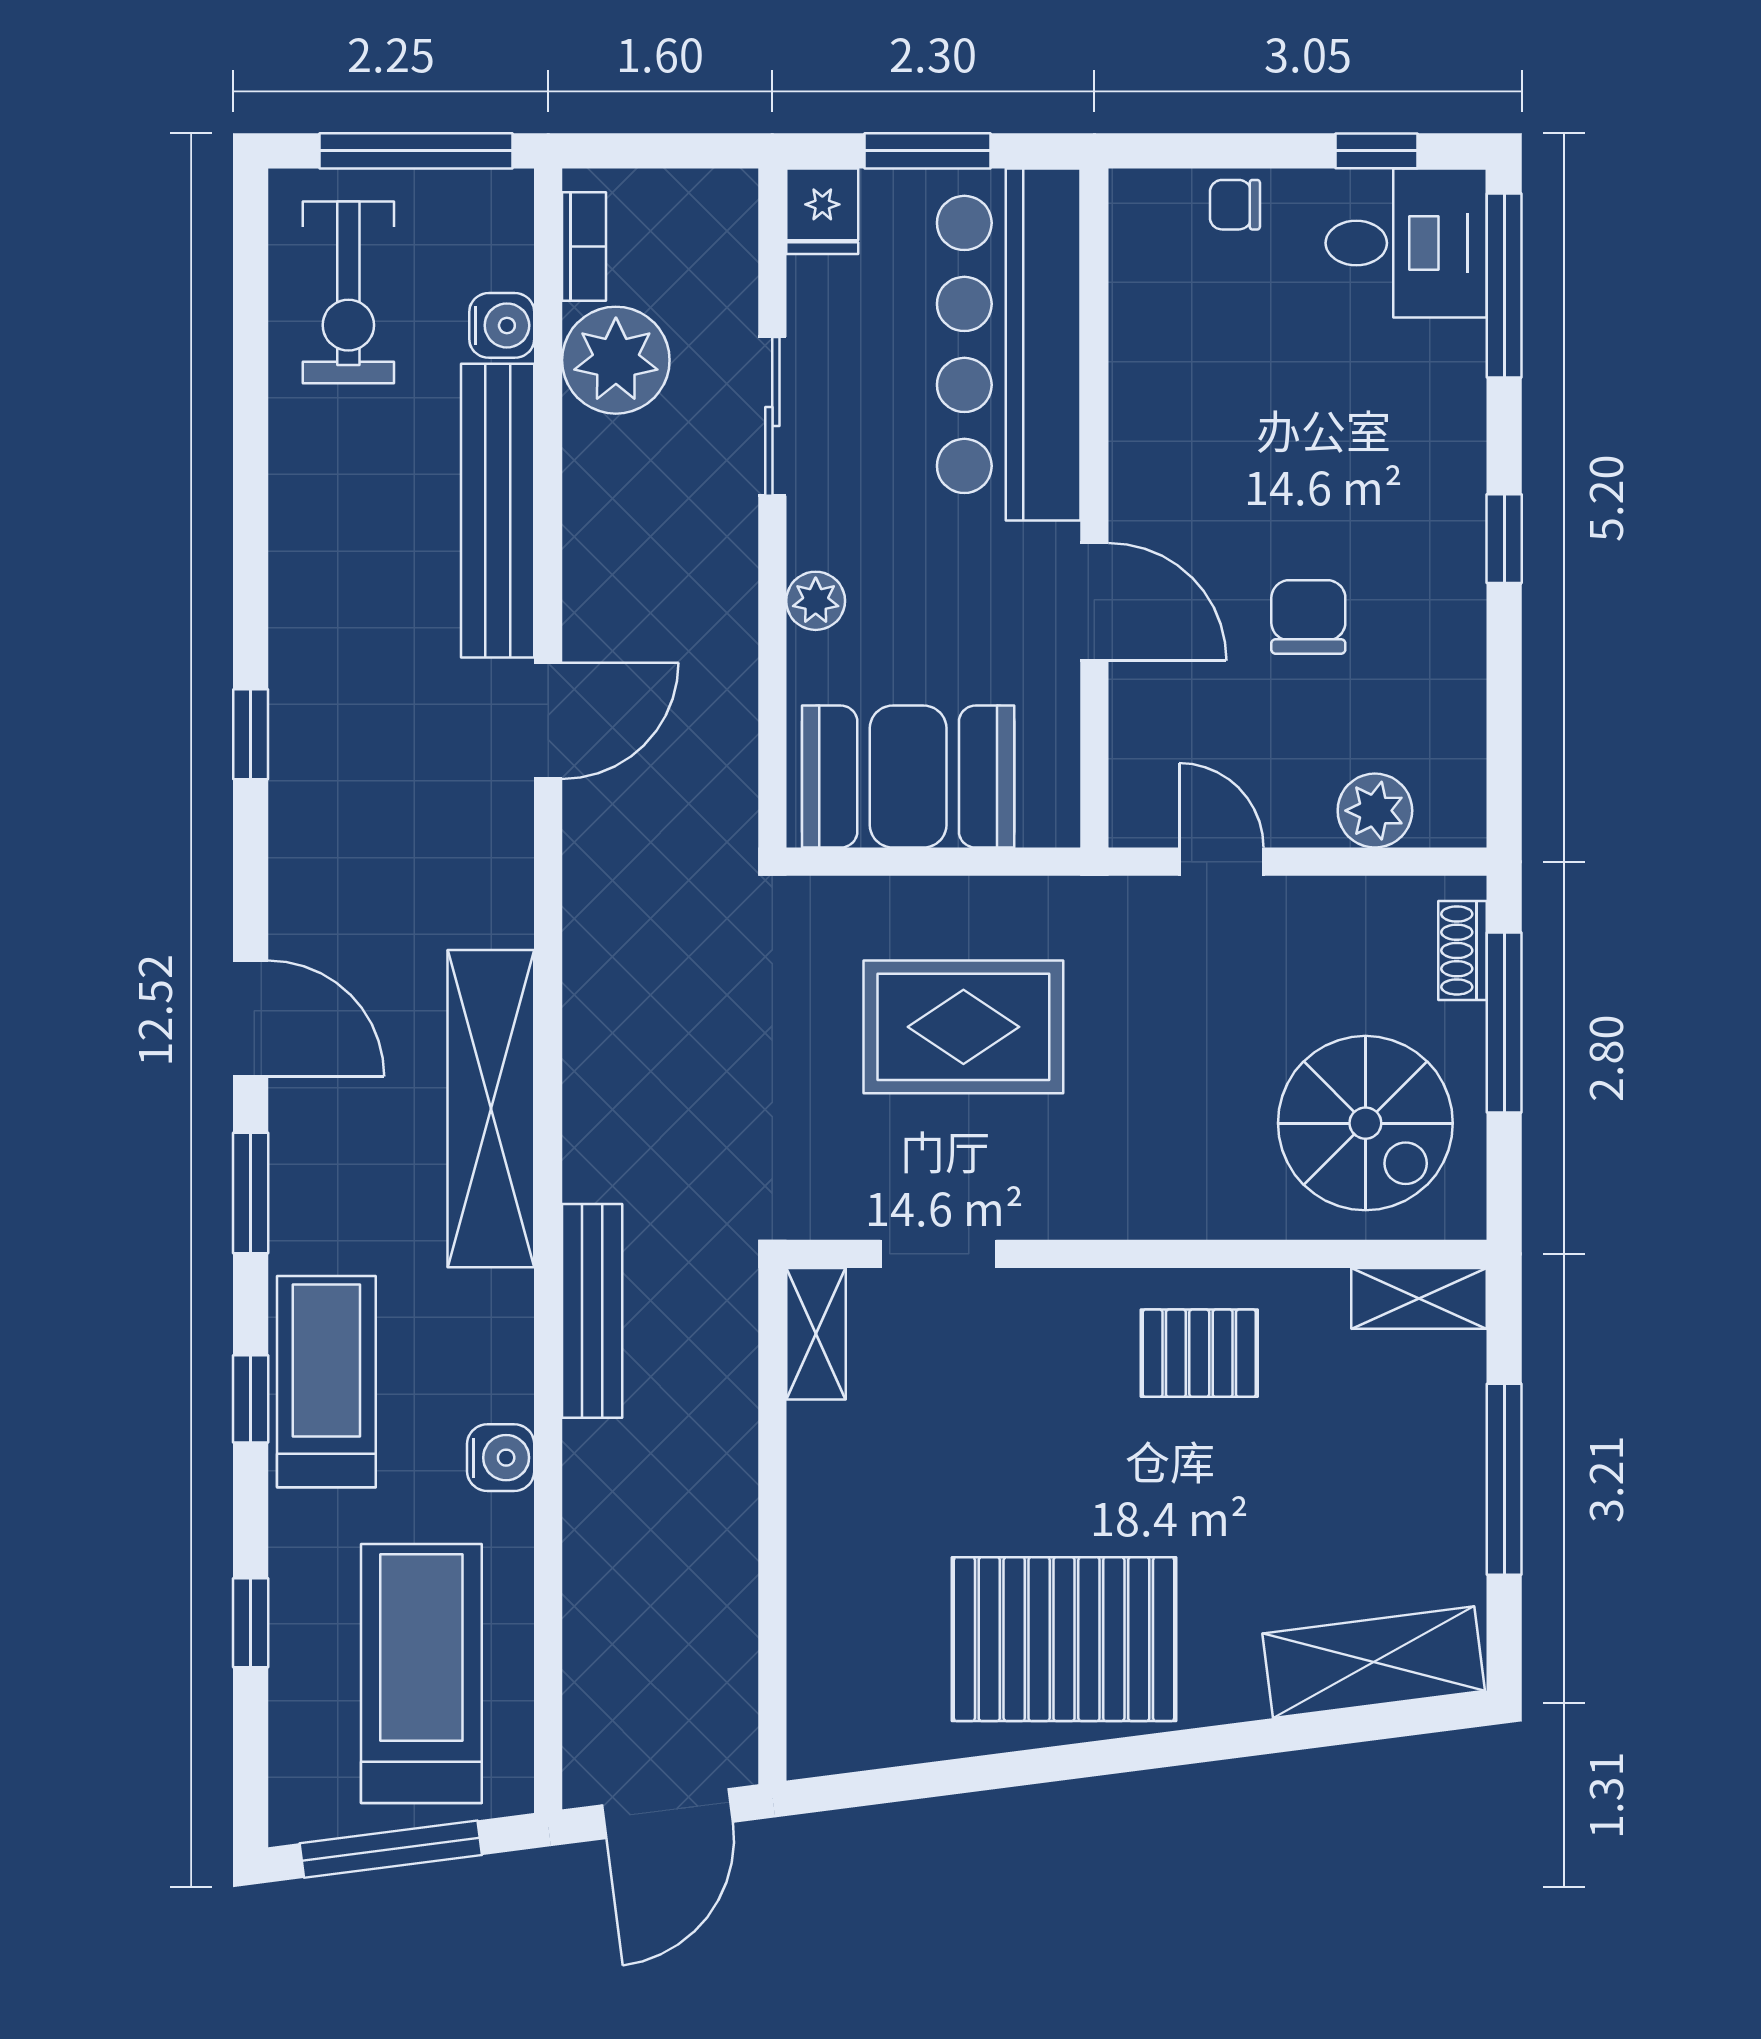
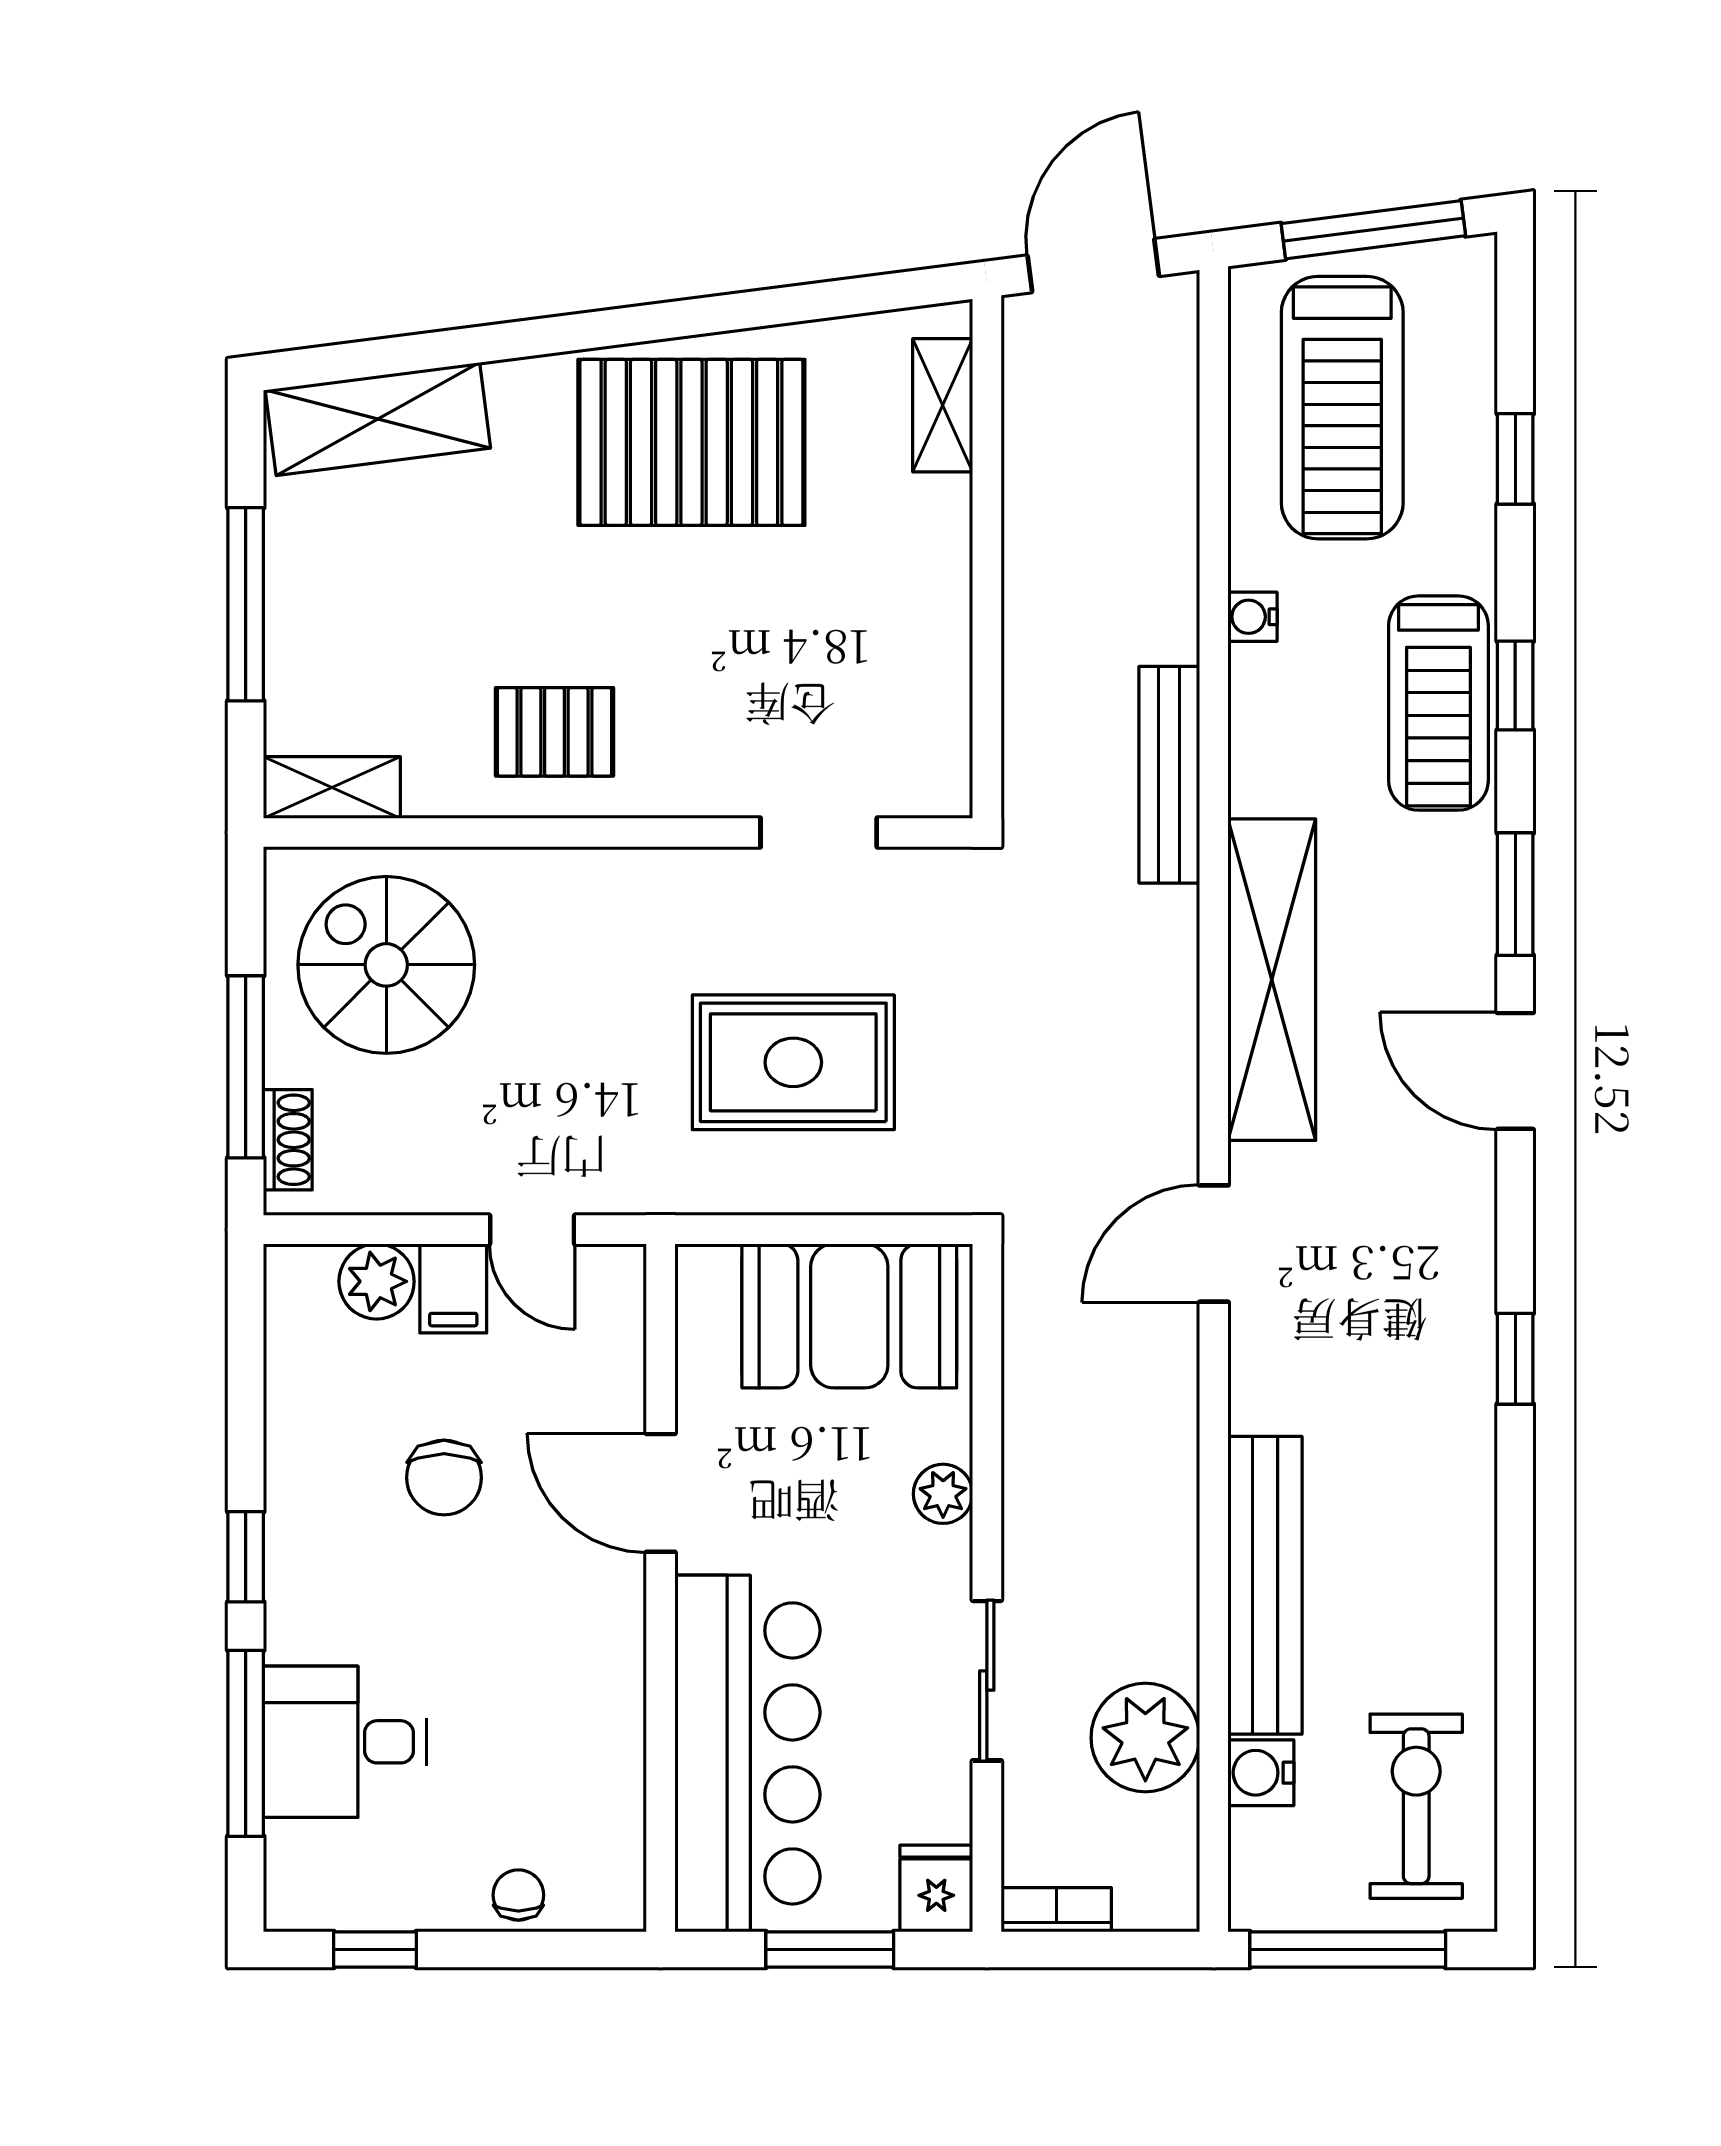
chair: (1235, 205) -> (518, 1895), turned -90
desk: (1406, 243) -> (345, 1742), moved
bookcase: (584, 246) -> (1056, 1910), moved, turned 90
window: (1504, 285) -> (246, 1743), moved
door: (548, 721) -> (1214, 1244), moved
filing cabinet: (1299, 804) -> (453, 1288), added
shelving: (816, 1334) -> (943, 405), moved
water cooler: (501, 1458) -> (1253, 617), width x0.72, depth x0.72

